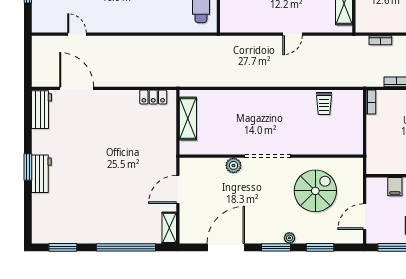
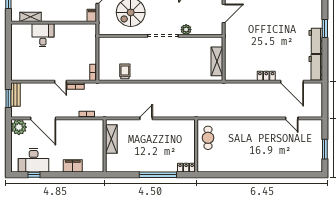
locker: (153, 97) -> (266, 76), moved
workbench: (41, 174) -> (316, 41), moved
filing cabinet: (395, 187) -> (92, 15), moved

